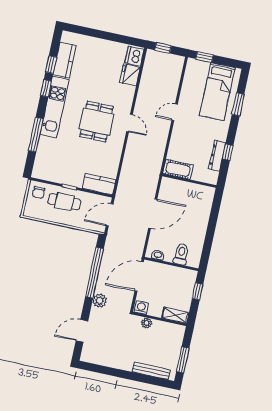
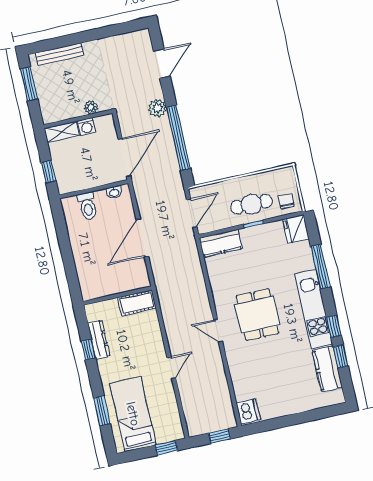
fridge: (130, 75) -> (296, 229), moved, turned 180
washing machine: (141, 308) -> (87, 127), moved

